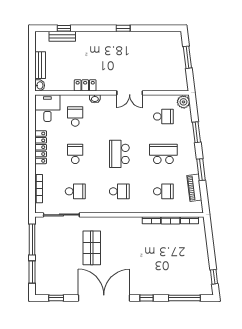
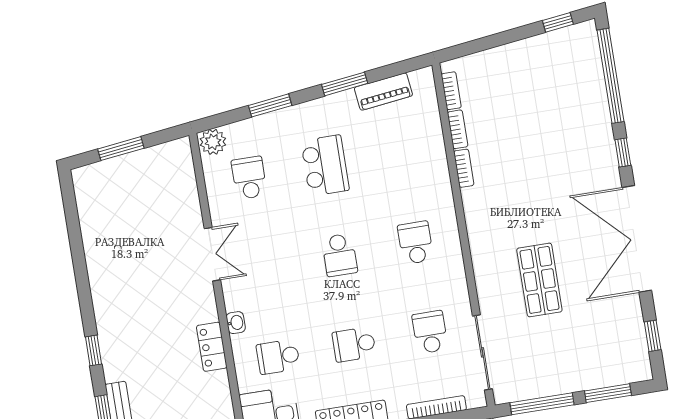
window: (123, 28) -> (94, 350), moved
school desk: (119, 154) -> (340, 255), width x0.54
school desk: (163, 154) -> (325, 166), turned 180
school desk: (163, 191) -> (401, 153), removed
shop shelf: (92, 248) -> (539, 280), turned 90
window: (184, 298) -> (610, 76), width x1.46

